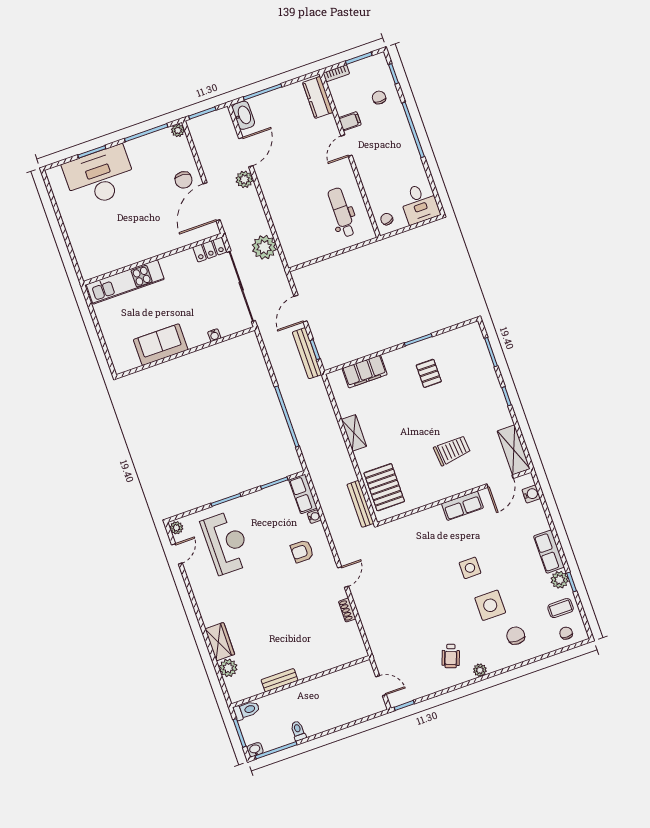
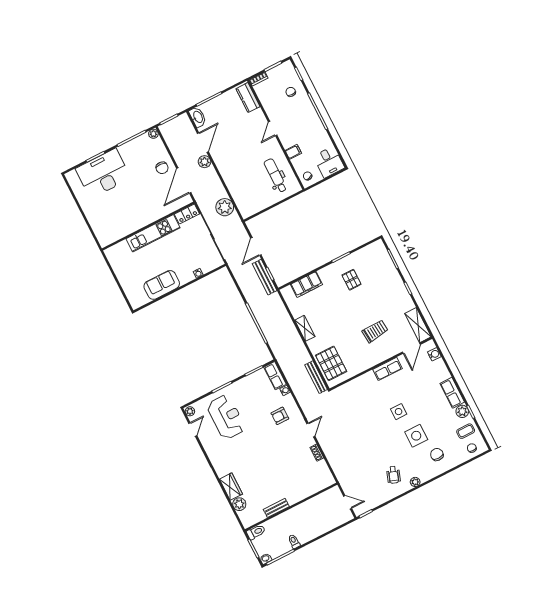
filing cabinet: (350, 121) -> (293, 152), moved
kitchen unit: (125, 282) -> (153, 233), moved

